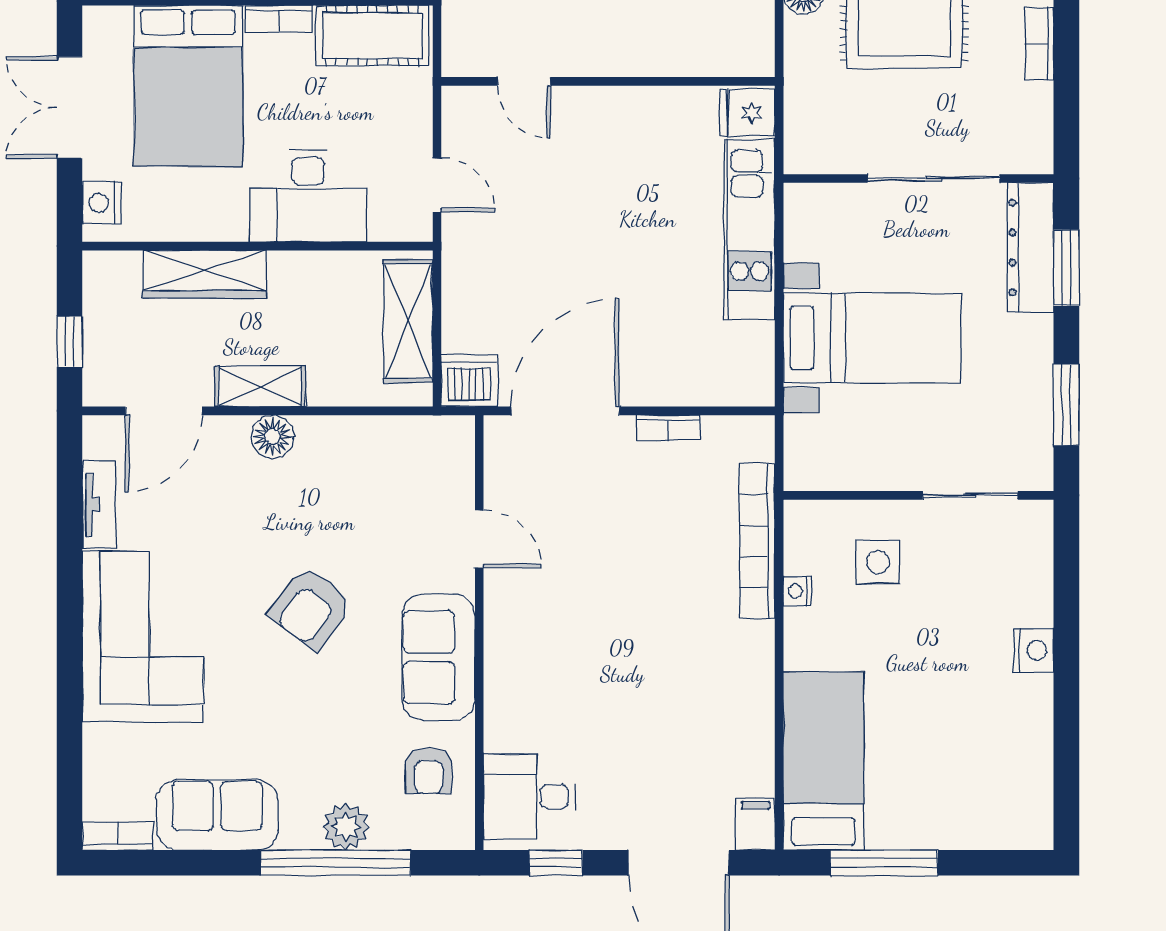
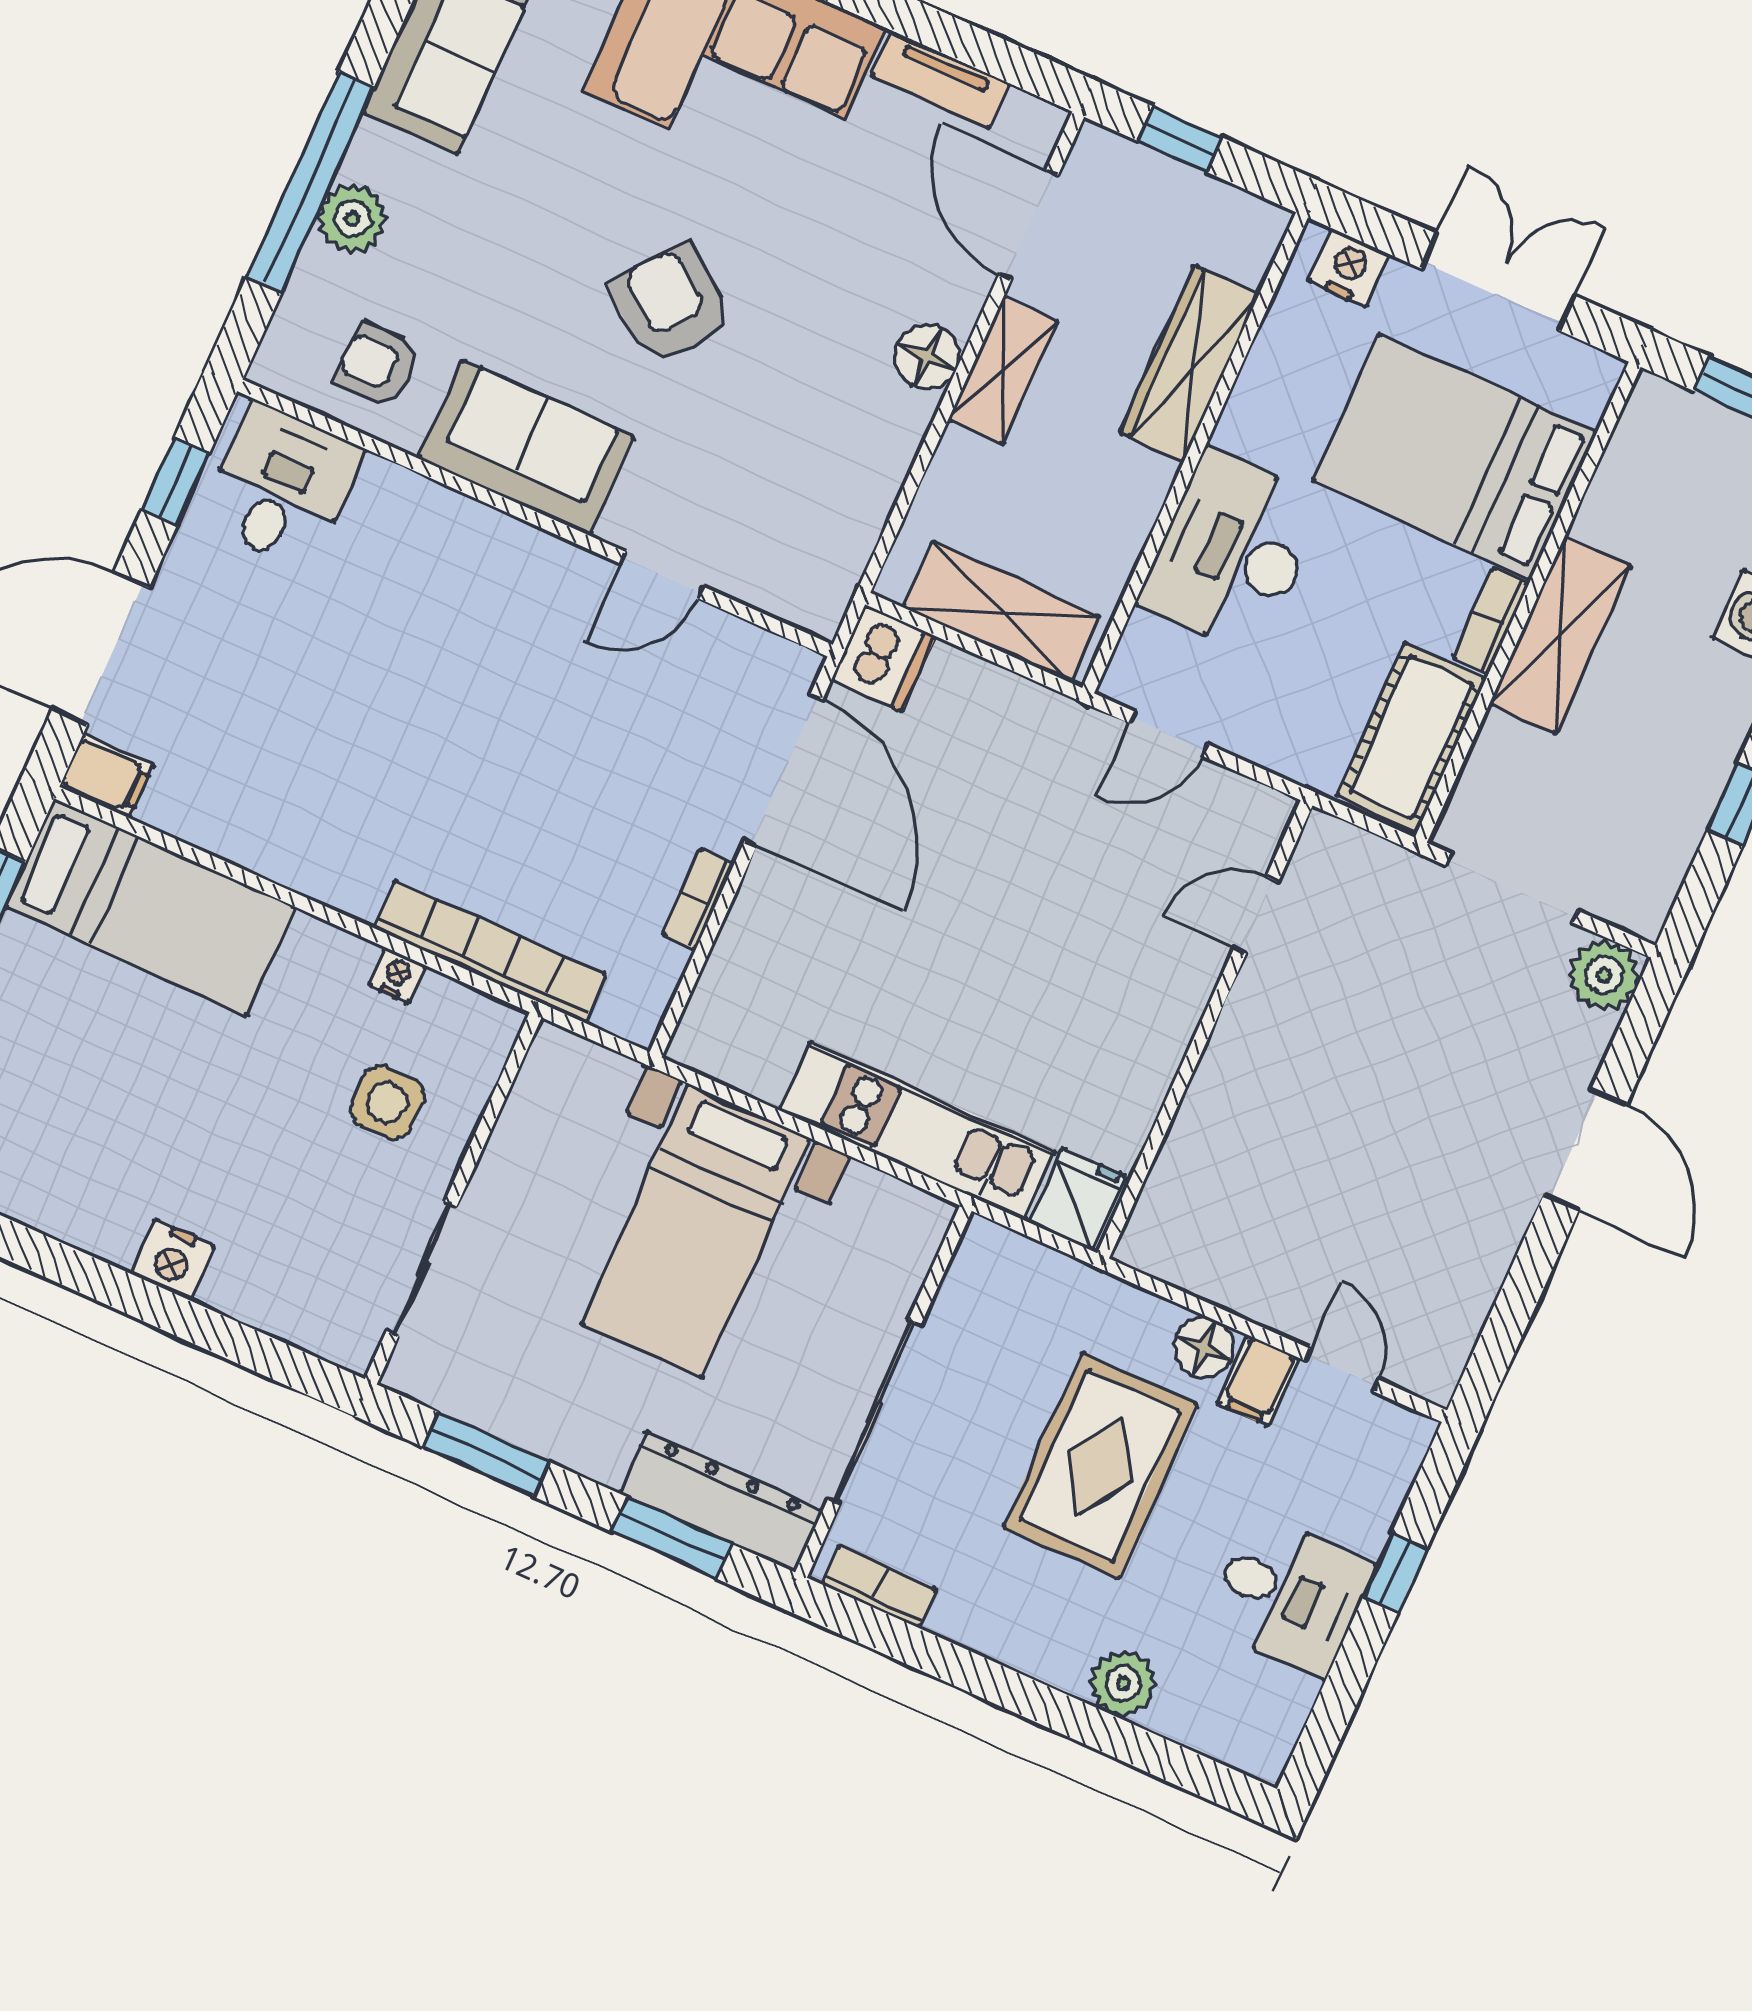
bookcase: (1039, 44) -> (879, 1587), moved

